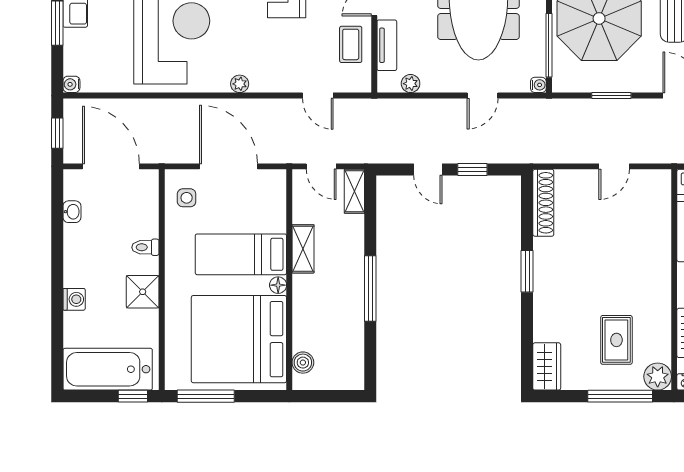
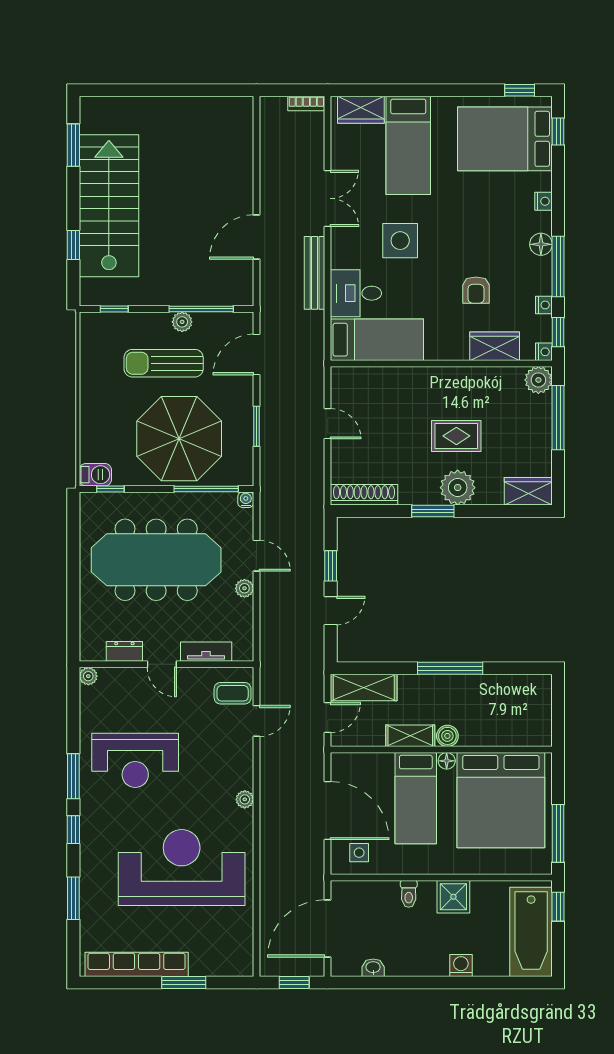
coffee table: (351, 44) -> (233, 693), moved
water cooler: (71, 84) -> (245, 968), removed
plant: (411, 84) -> (244, 588), moved
door: (229, 166) -> (328, 810), swing flipped
shelving: (354, 191) -> (364, 688), width x1.50, depth x1.33
plant: (550, 296) -> (458, 488), added
rug: (616, 340) -> (456, 436), moved
boiler: (303, 363) -> (447, 736), moved

